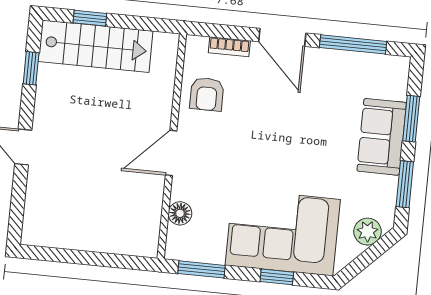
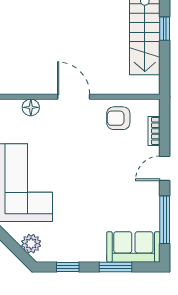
door: (282, 37) -> (165, 168), width x0.73
sofa: (382, 137) -> (133, 247), moved
window: (405, 184) -> (68, 267), width x0.67

